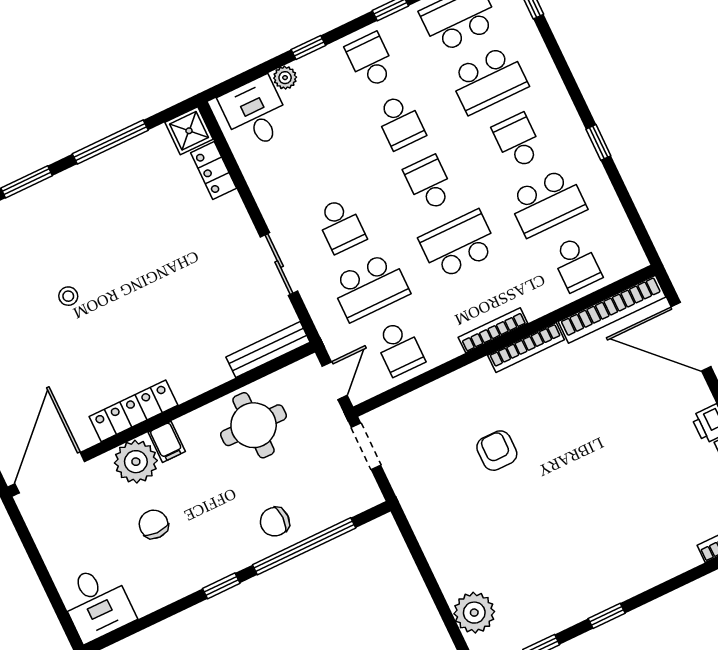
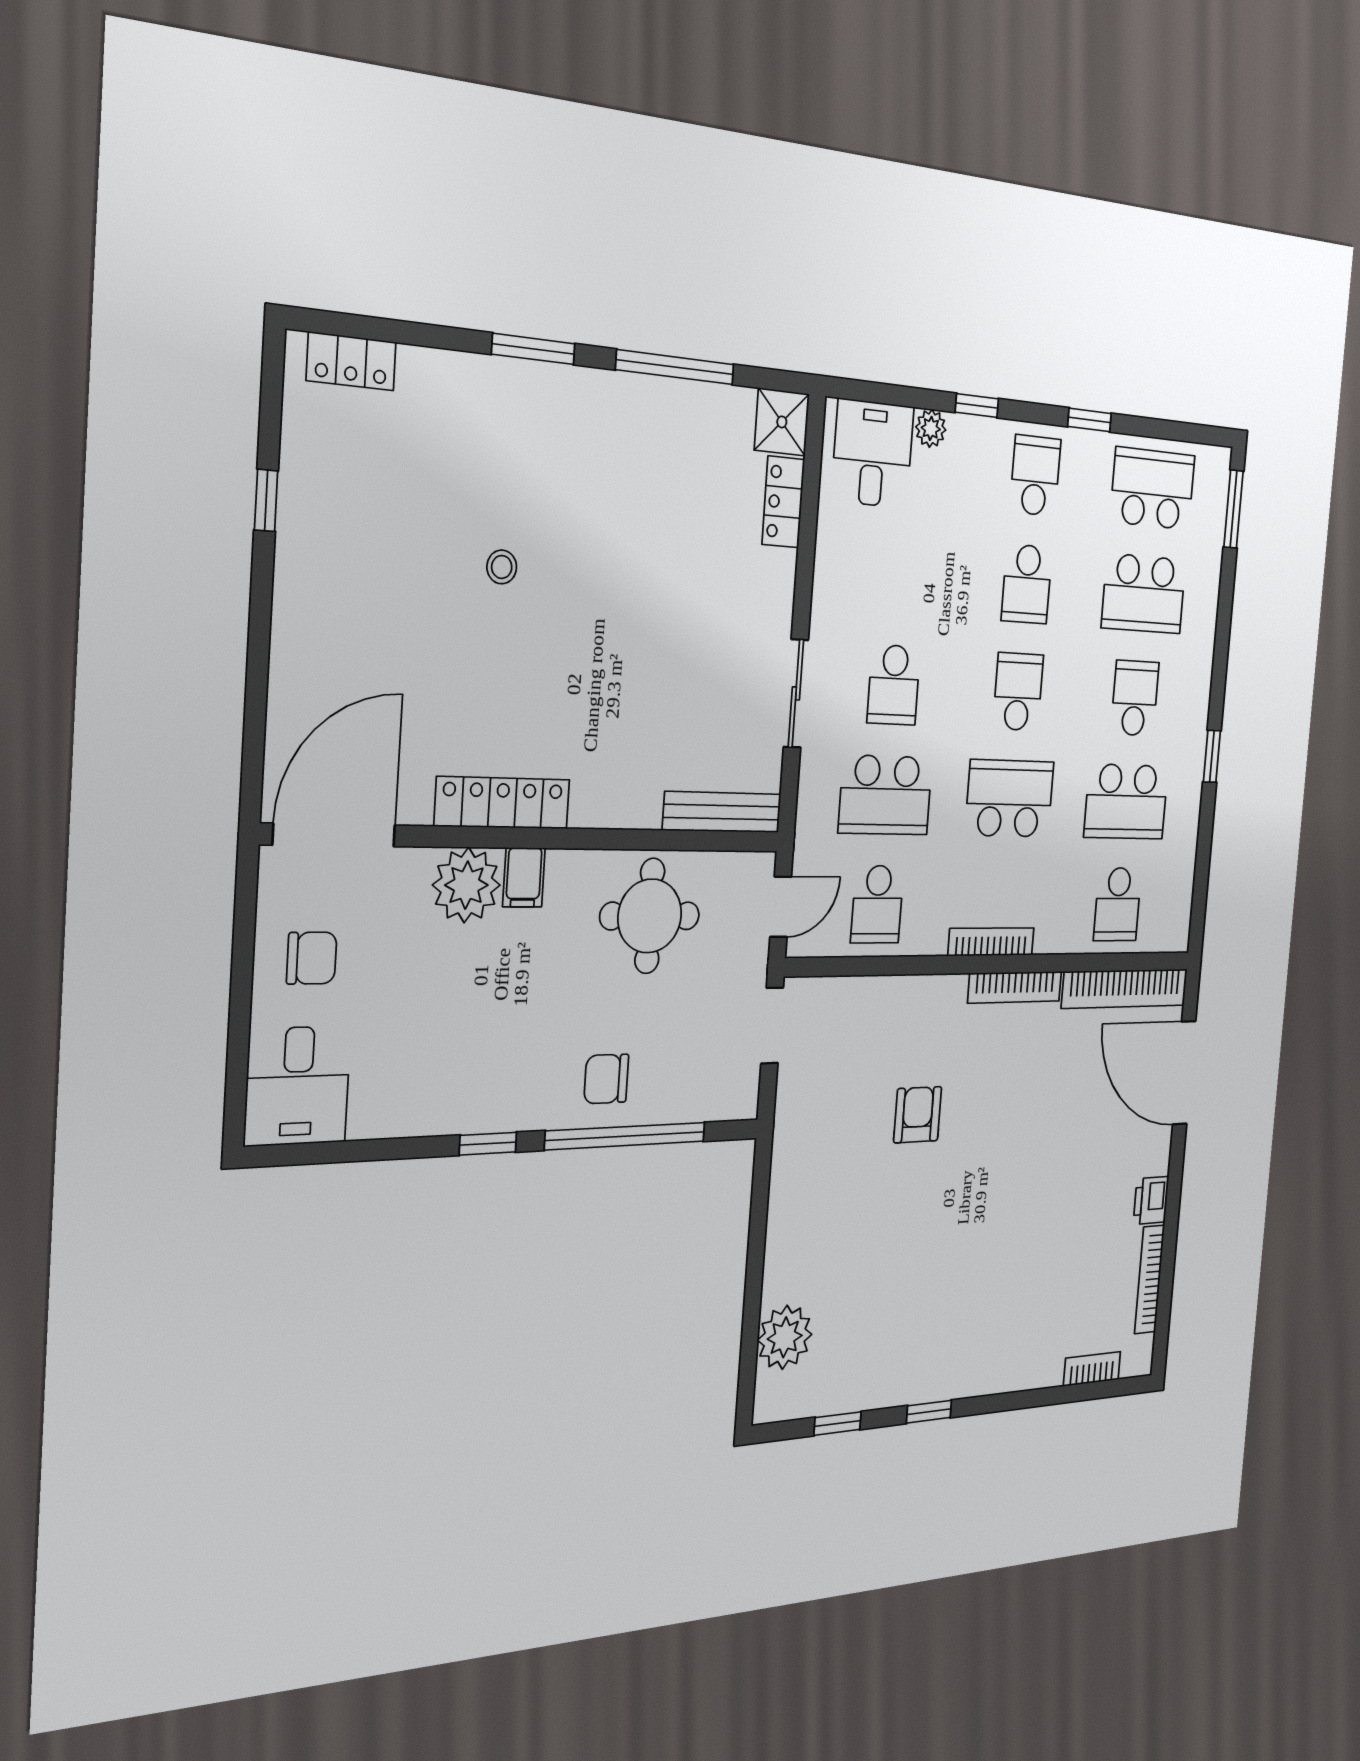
chair: (154, 524) -> (312, 958), moved, turned 90

